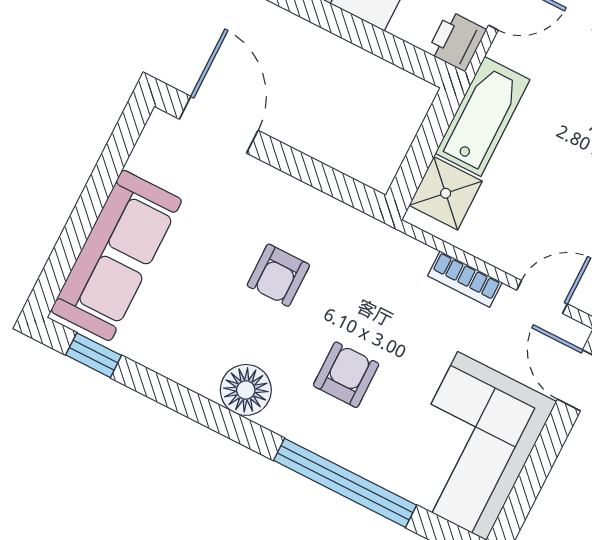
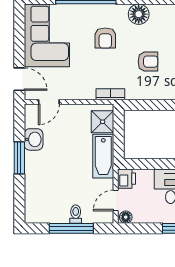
armchair: (278, 275) -> (148, 62), turned 90
bookcase: (465, 279) -> (110, 94), moved

